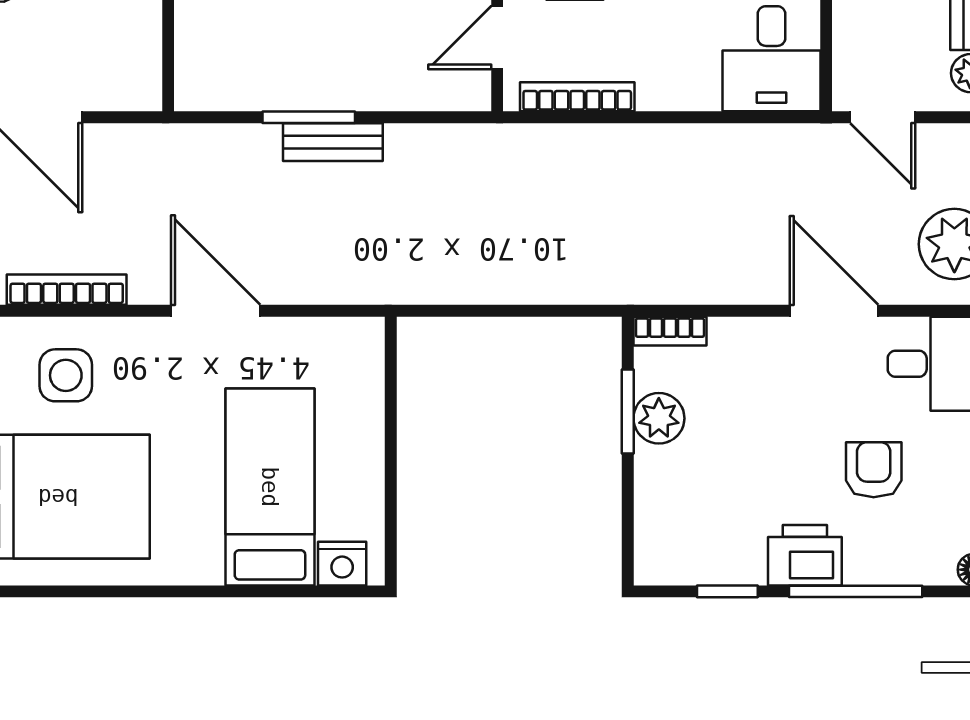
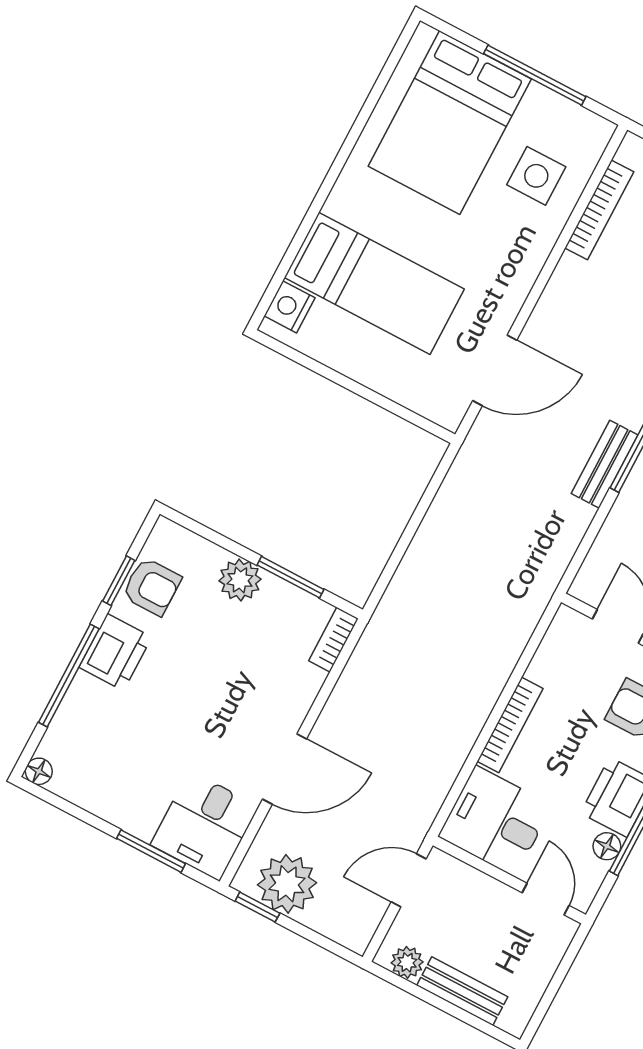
bookcase: (577, 97) -> (510, 725), moved
door: (216, 311) -> (495, 370), moved
plant: (659, 418) -> (240, 580), moved
armchair: (874, 470) -> (152, 587), moved

